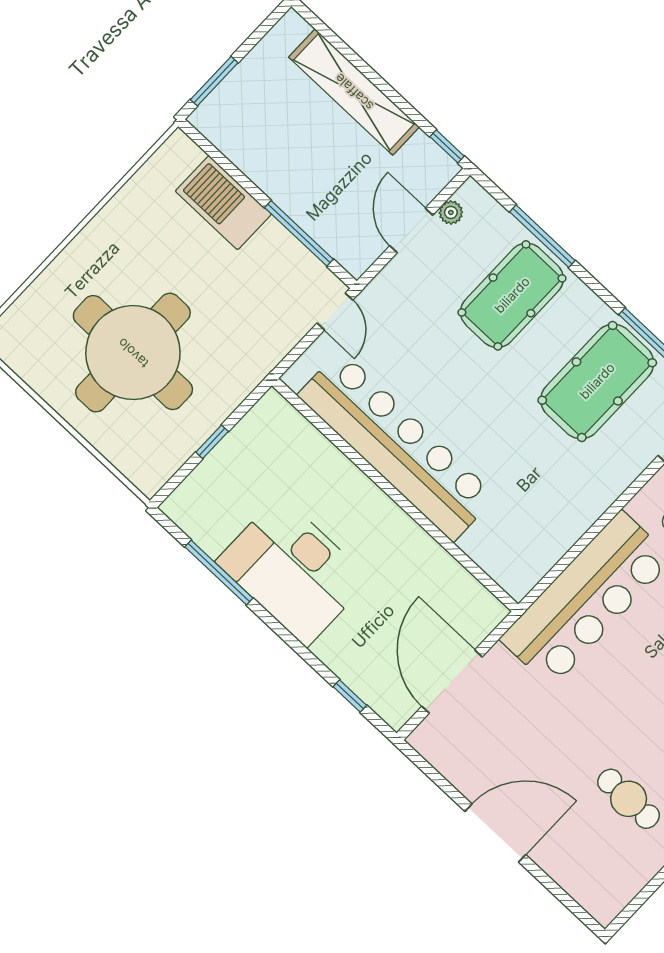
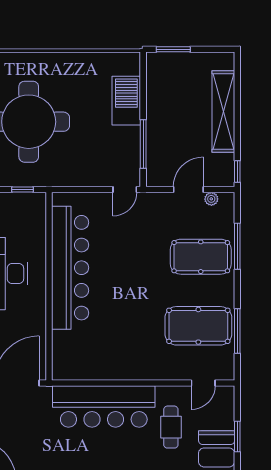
bar counter: (397, 446) -> (70, 268), moved
wall: (395, 495) -> (49, 286), moved

